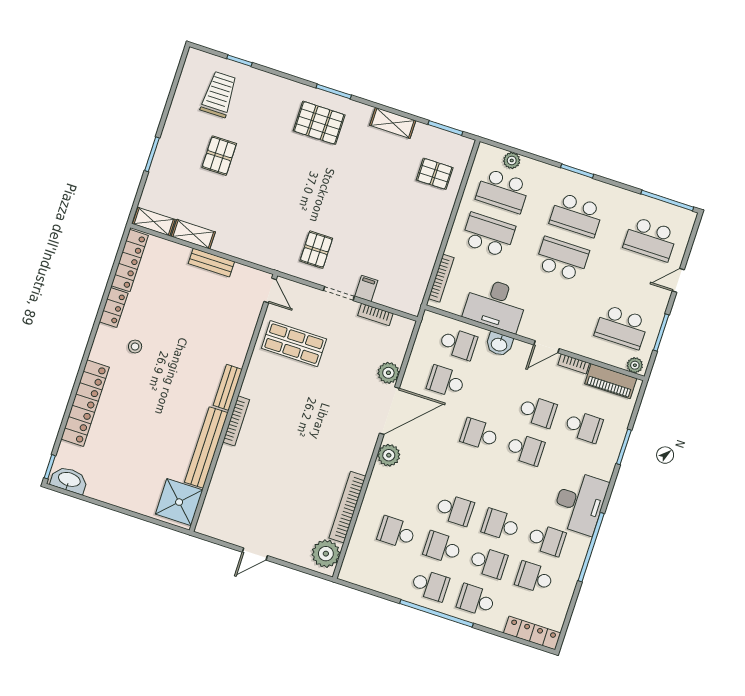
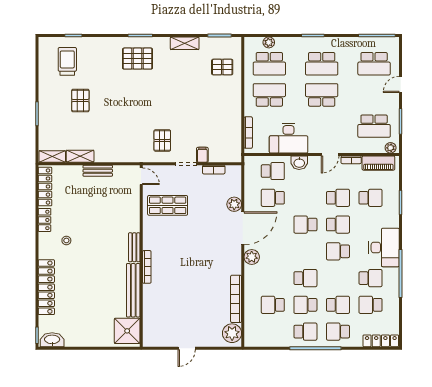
school desk: (501, 525) -> (338, 251), moved

